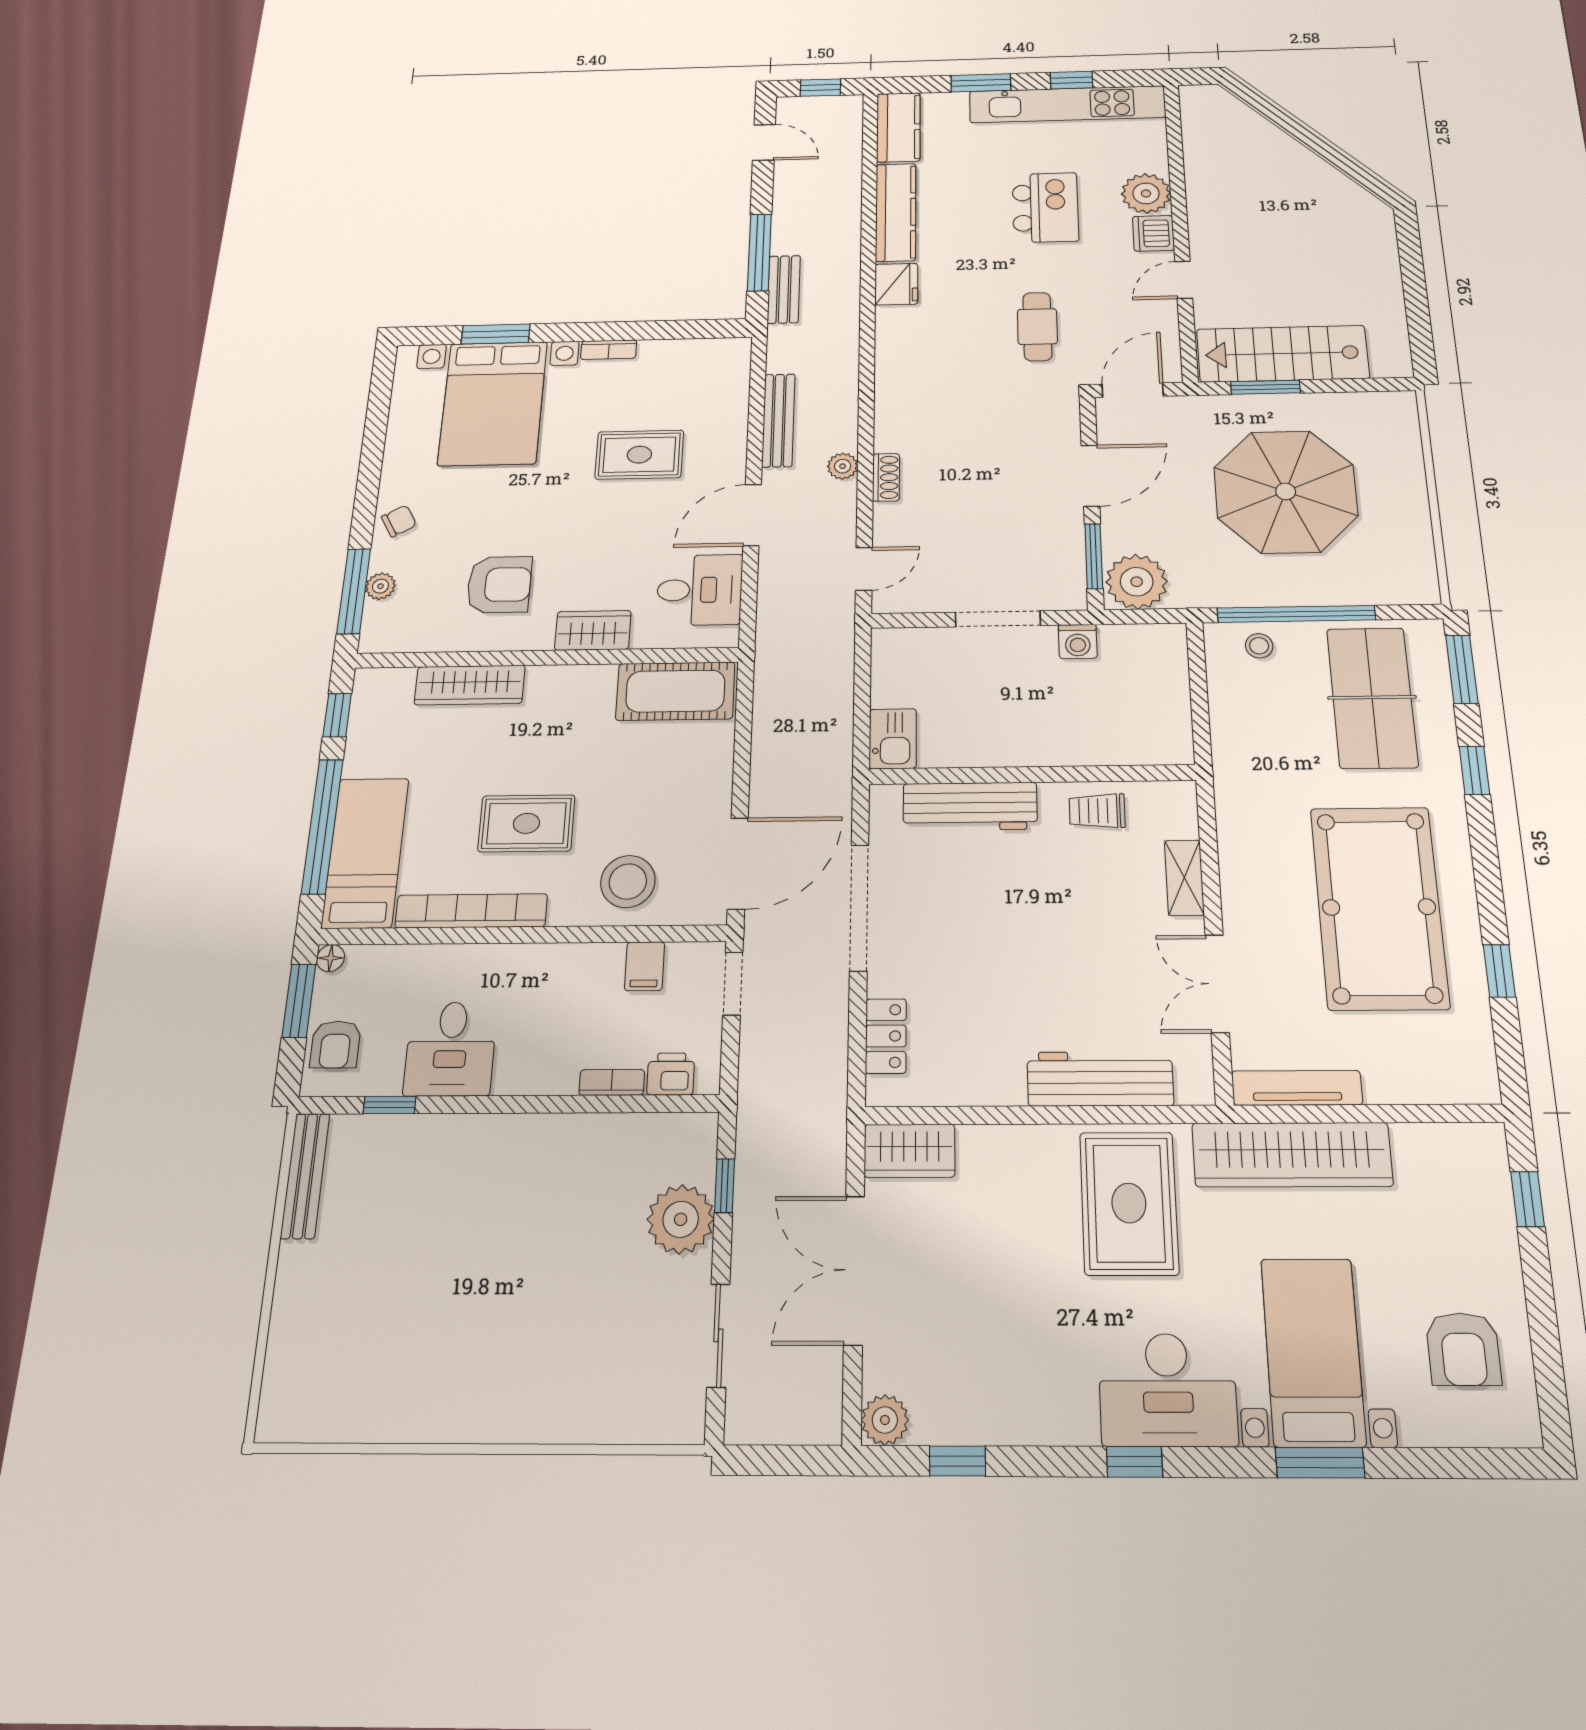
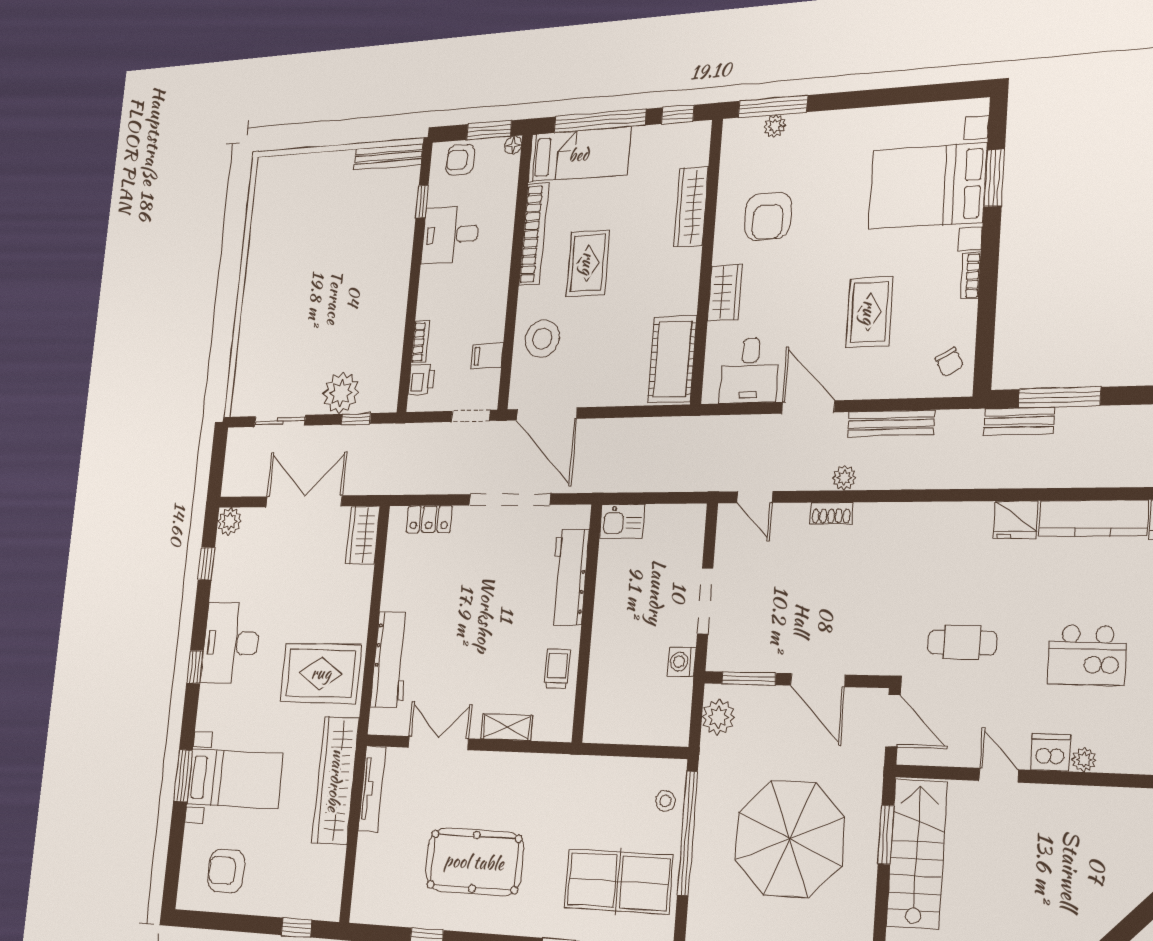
plant: (1146, 193) -> (1084, 760), width x0.53, depth x0.53
chair: (399, 521) -> (949, 362), moved
plant: (1137, 582) -> (718, 717), width x0.73, depth x0.73
pool table: (1379, 907) -> (474, 862), width x0.73, depth x0.76
desk: (1168, 1390) -> (231, 643), moved

